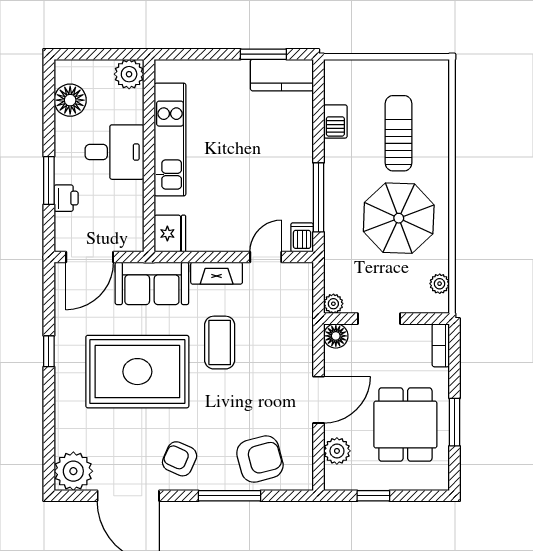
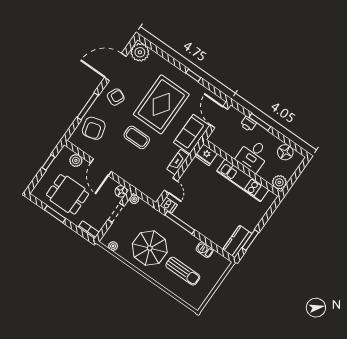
coffee table: (220, 343) -> (137, 137), moved

